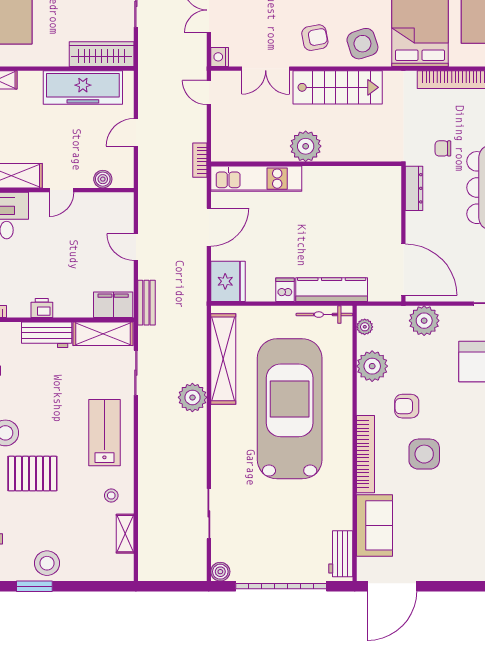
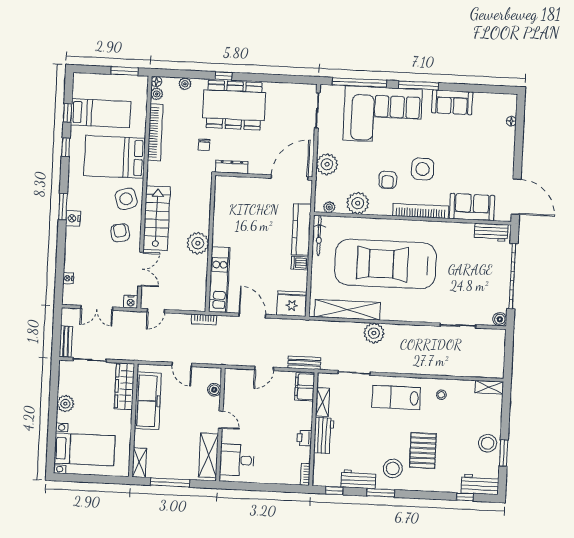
shelving: (103, 334) -> (323, 402), width x0.67, depth x0.75
shelving: (125, 534) -> (489, 387), moved

